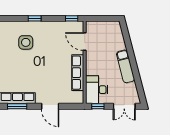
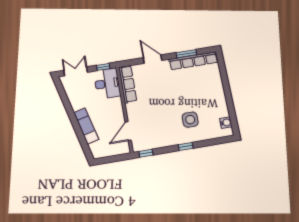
door: (85, 42) -> (128, 131), swing flipped
exam couch: (126, 66) -> (86, 126), moved
row of seats: (78, 73) -> (128, 84), moved

